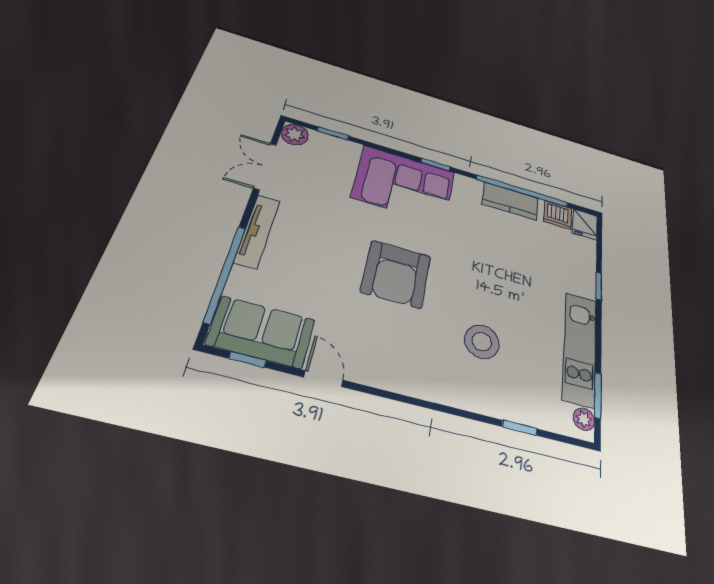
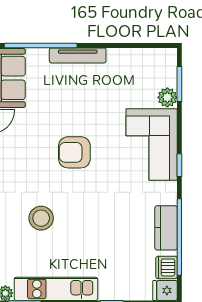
window: (333, 133) -> (179, 84), width x1.50
plant: (295, 135) -> (167, 97), moved
double door: (265, 166) -> (132, 45), removed
armchair: (396, 274) -> (74, 152), width x0.73, depth x0.73

